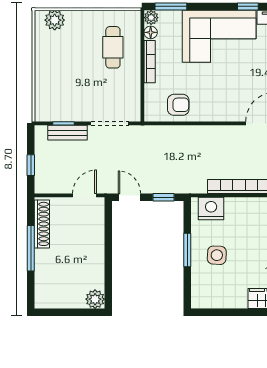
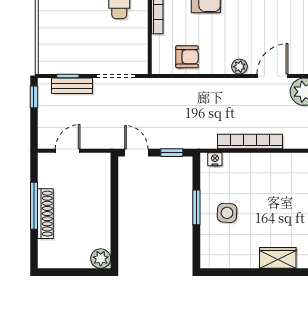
plant: (229, 114) -> (239, 67), added
window: (31, 165) -> (34, 97), moved
door: (84, 195) -> (68, 151), moved
nightstand: (211, 209) -> (215, 159), width x0.53, depth x0.56
shoe rack: (42, 224) -> (45, 214), moved

